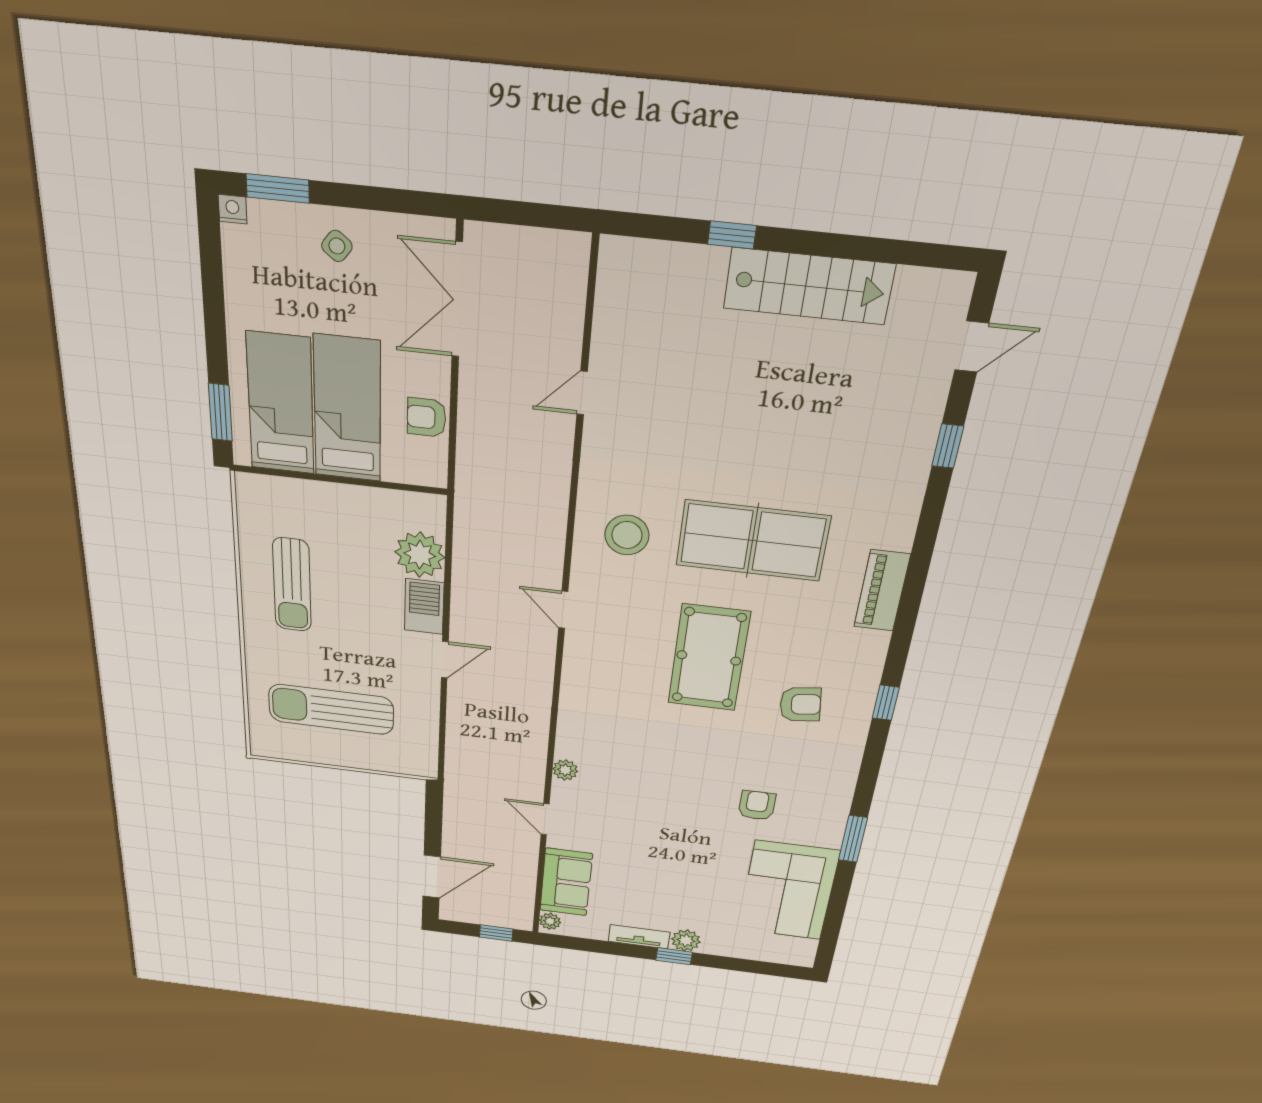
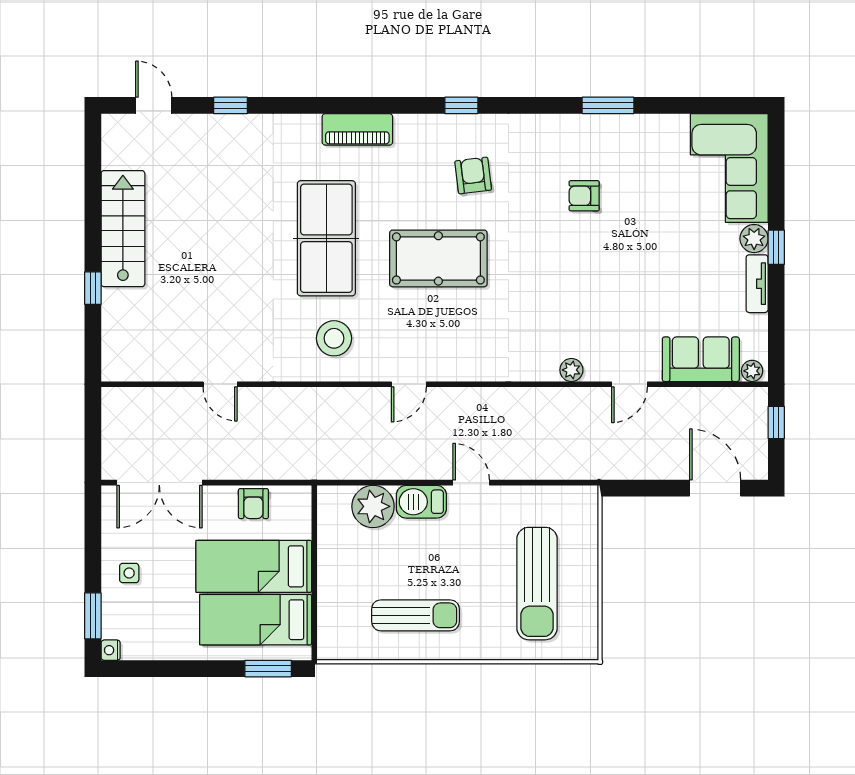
side table: (337, 246) -> (129, 573), turned -38
corner sofa: (788, 891) -> (729, 168), moved, turned 90

